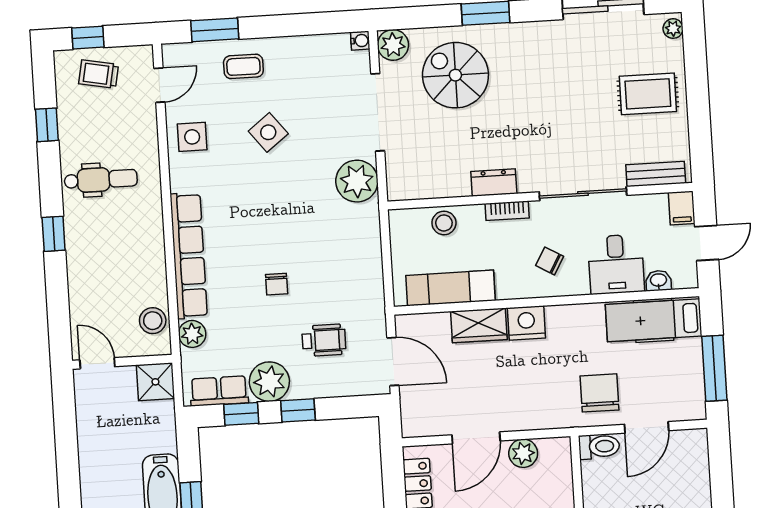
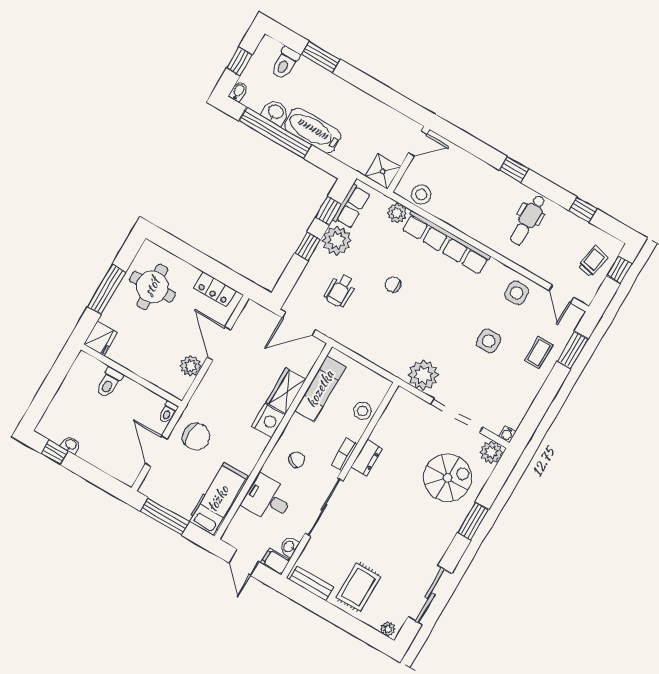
side table: (268, 132) -> (489, 341), turned 38
bench: (656, 174) -> (312, 583), moved, turned 90
washbasin: (658, 281) -> (289, 547), moved, turned 180
toilet: (599, 446) -> (168, 412), width x0.73, depth x0.72

